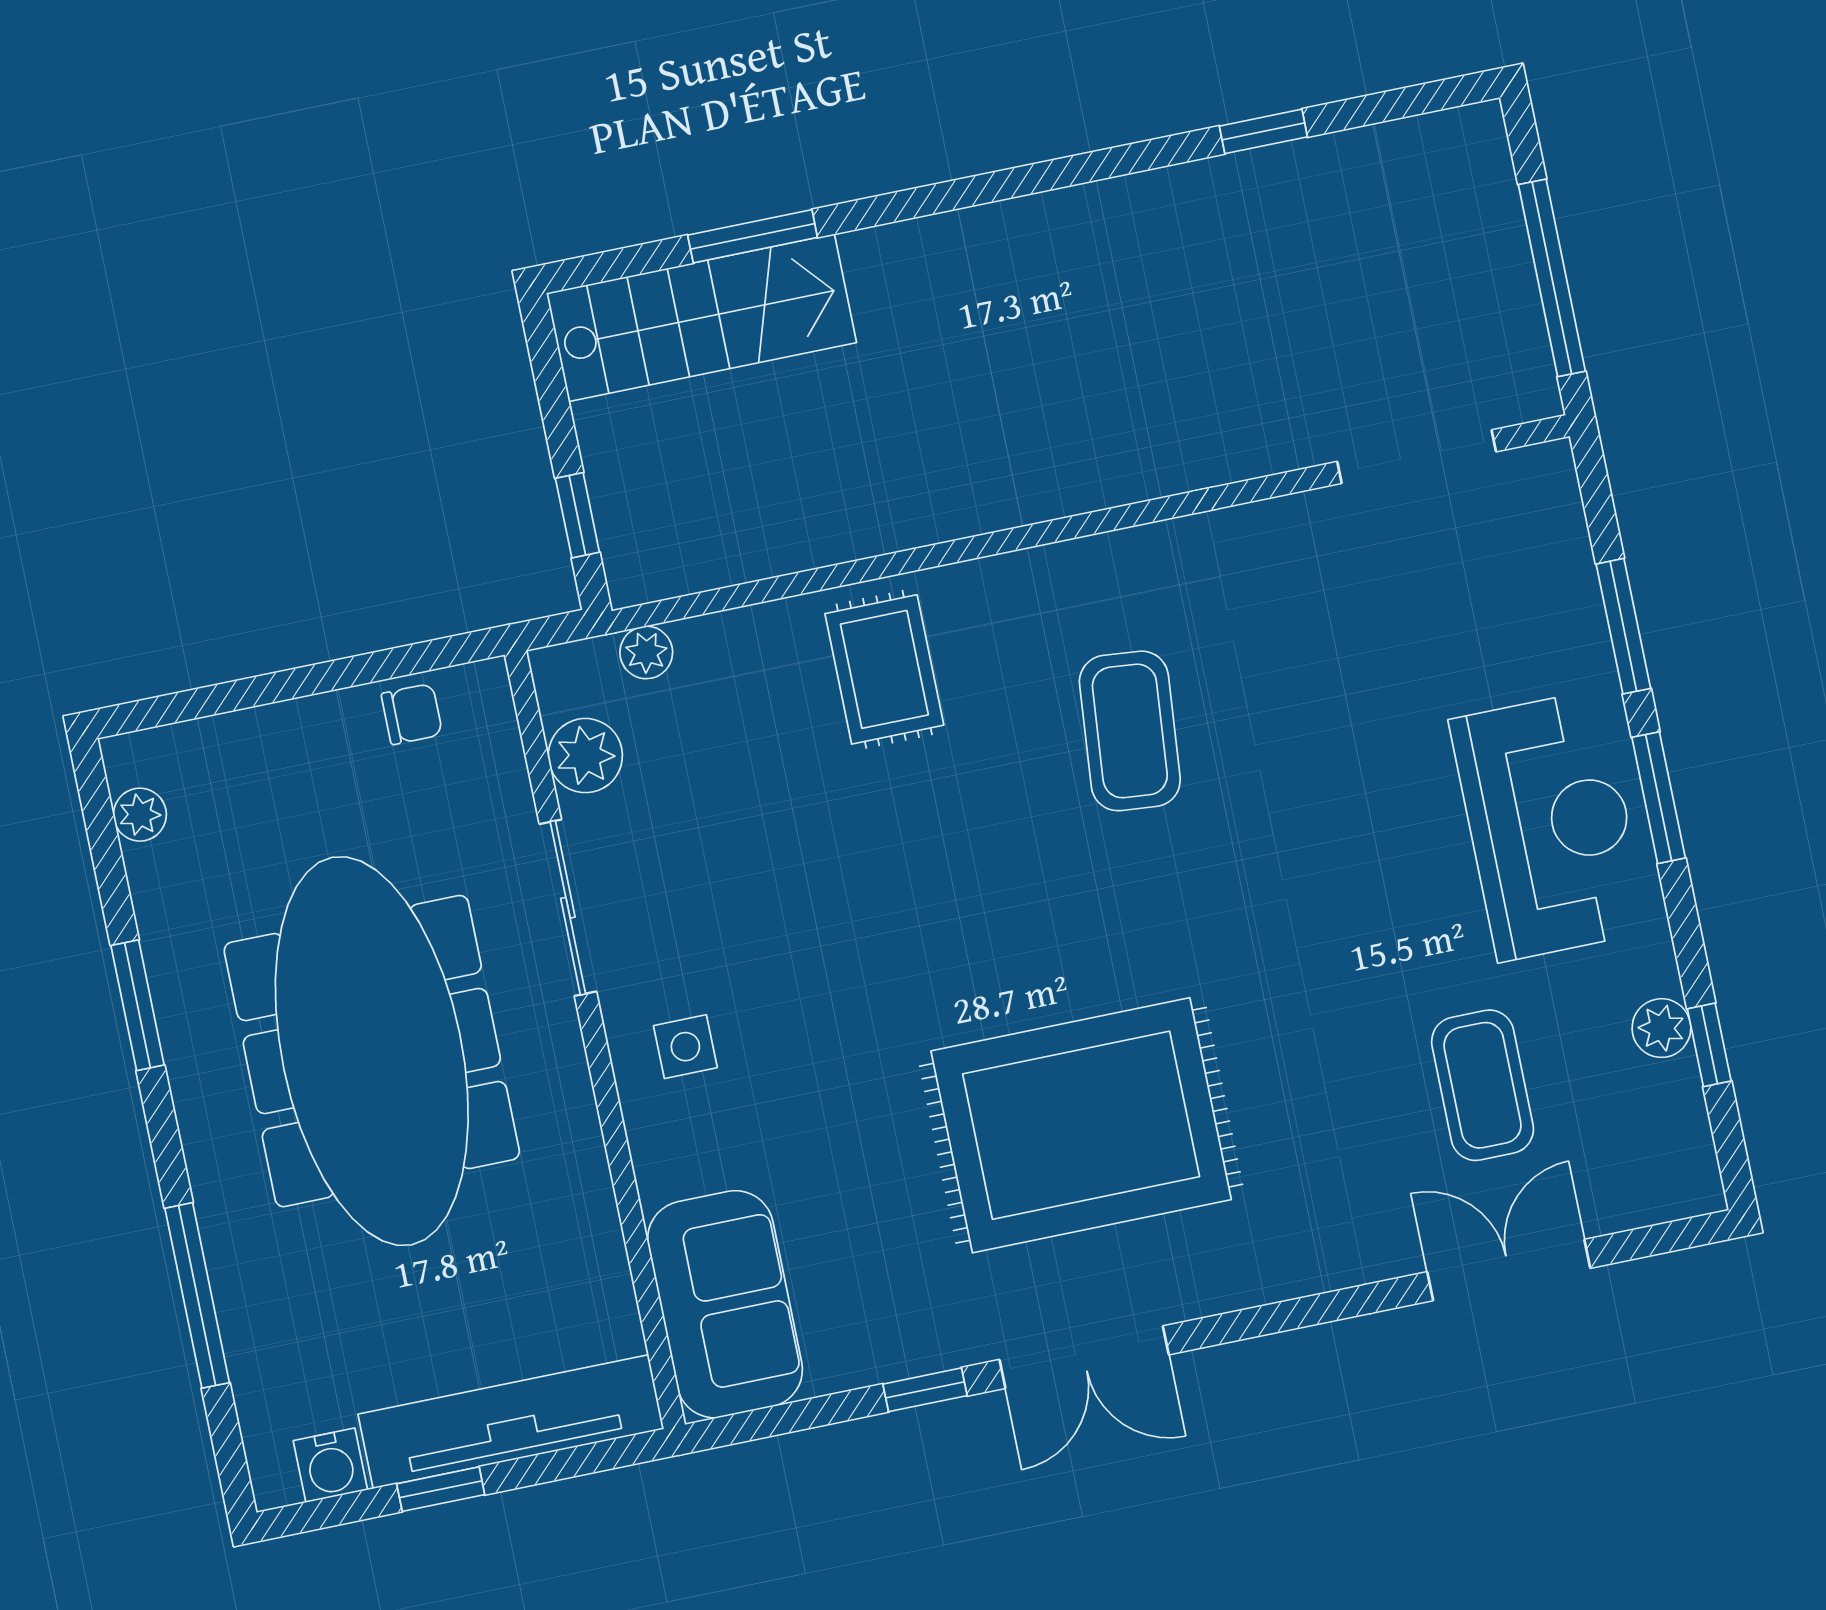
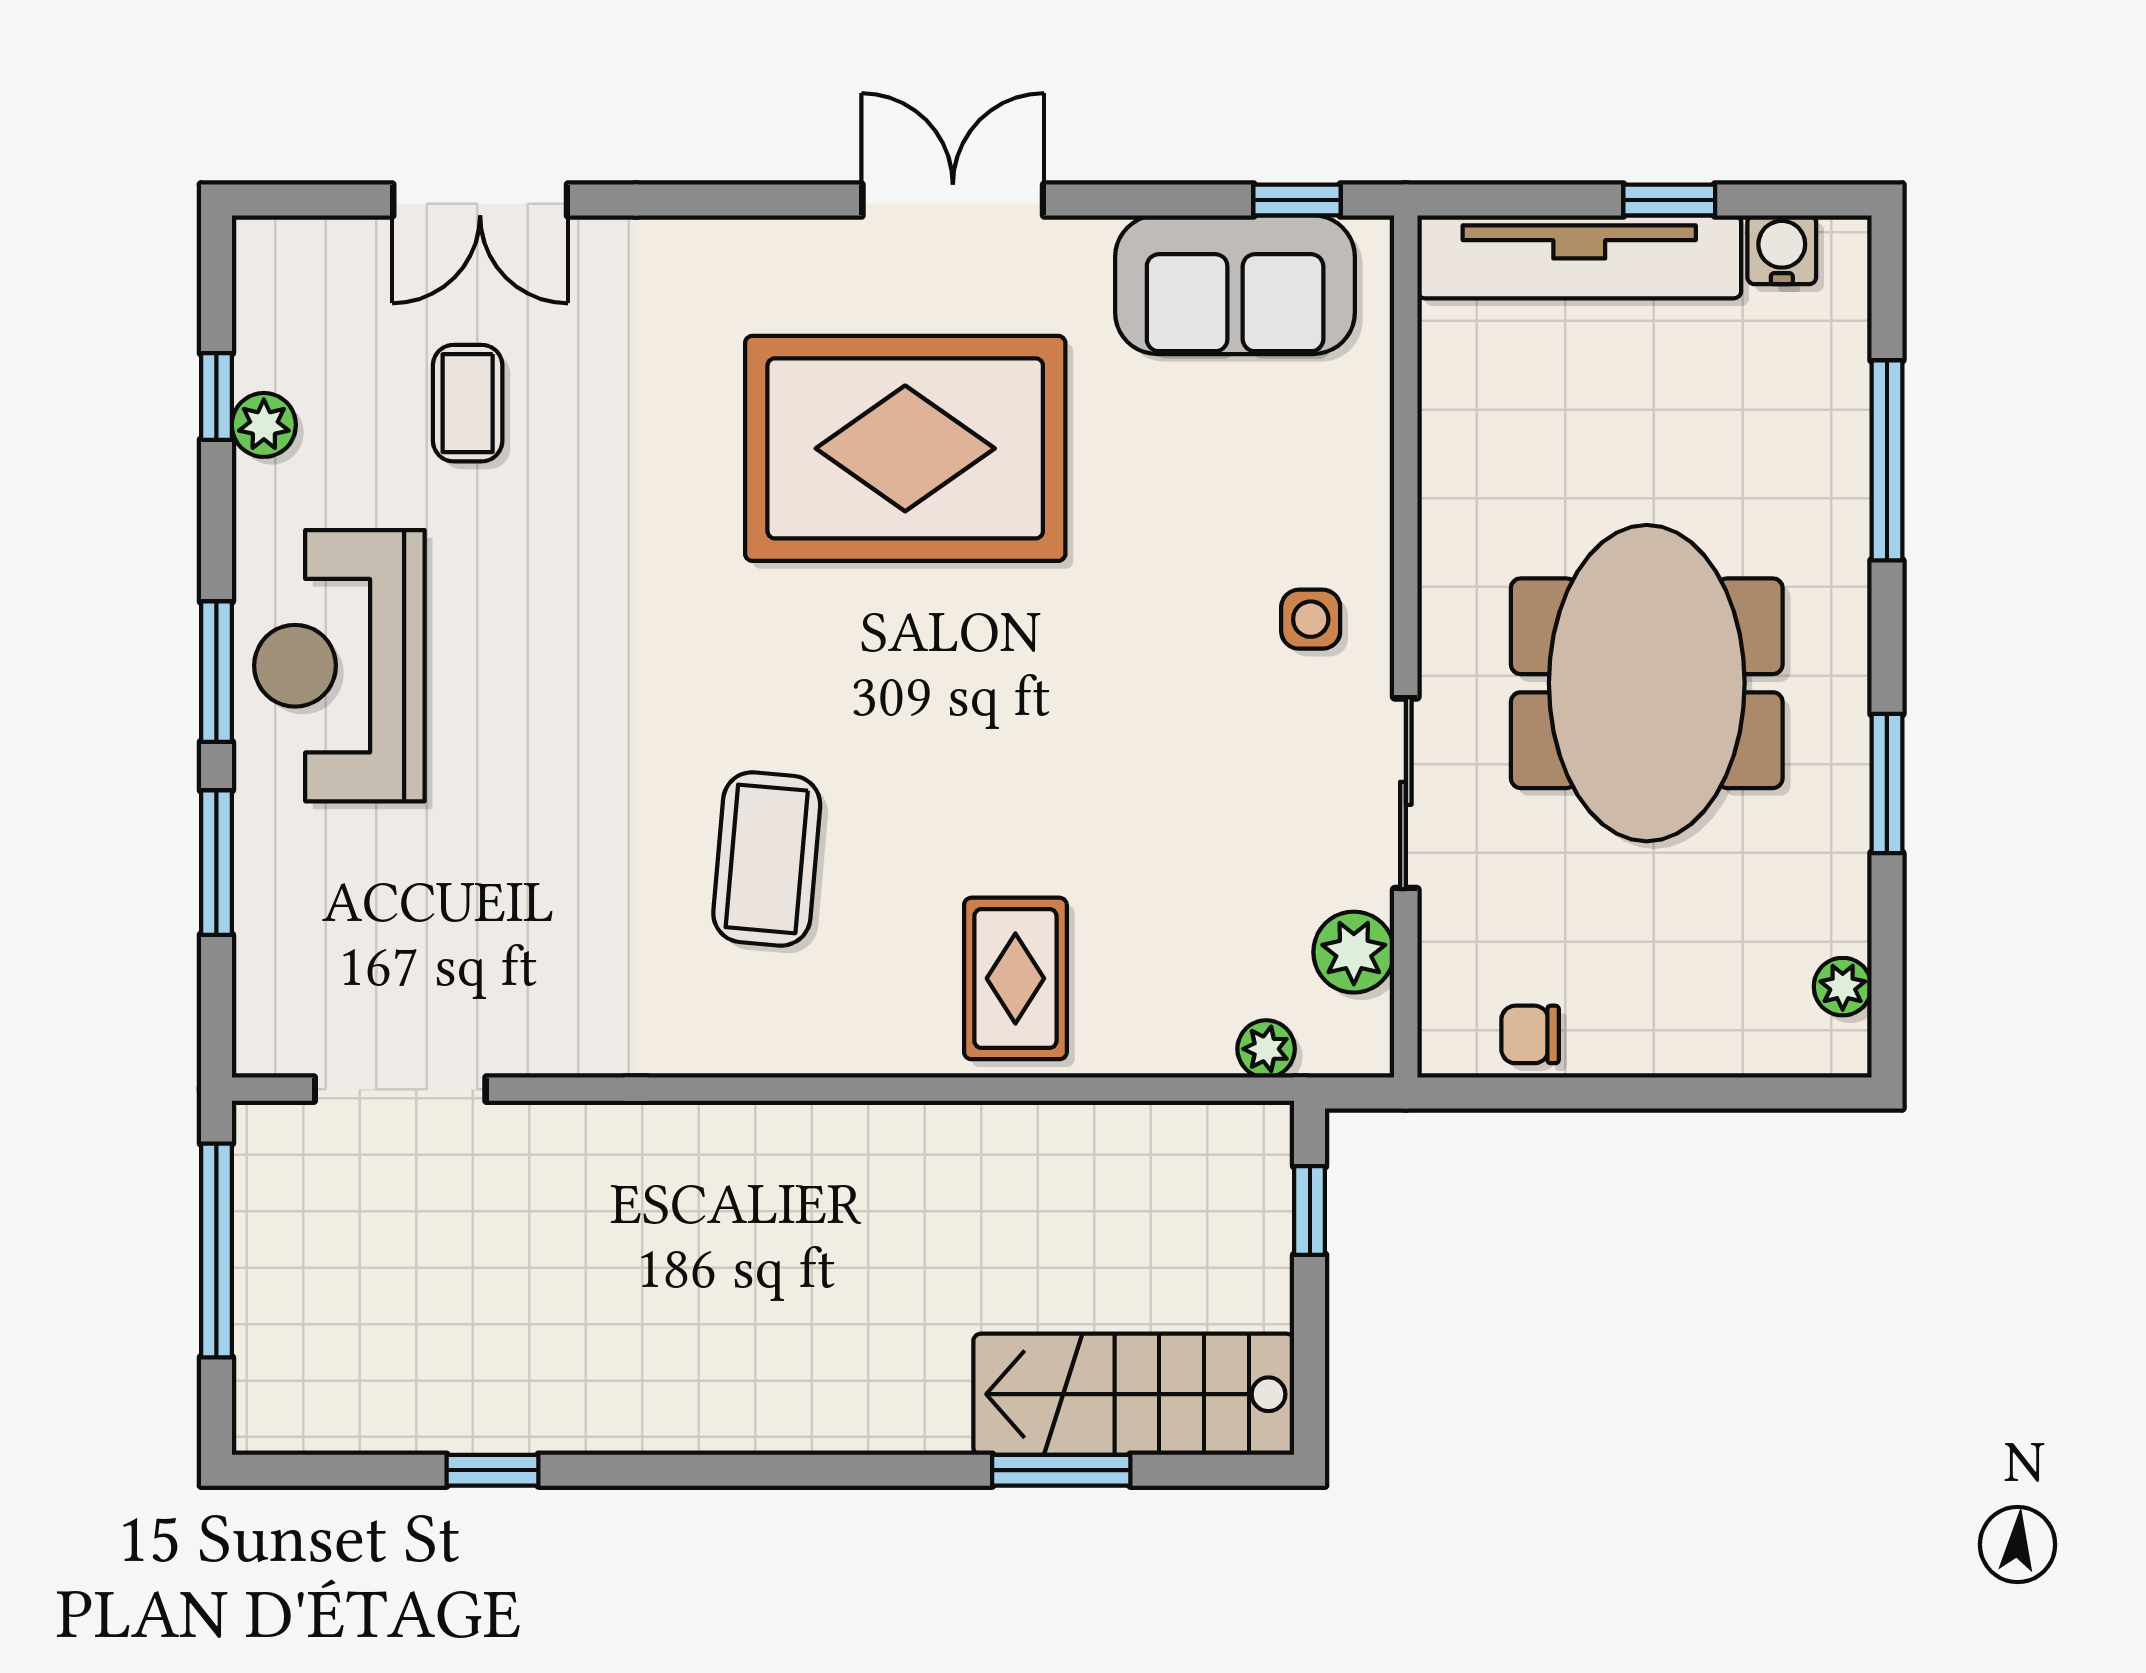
meeting table: (372, 1051) -> (1647, 683), width x0.73
coffee table: (1483, 1085) -> (468, 403), width x0.73, depth x0.77
sofa: (725, 1304) -> (1235, 285), moved, turned -90
window: (925, 1390) -> (1297, 200), moved

